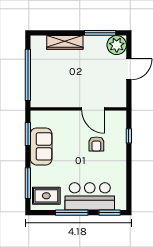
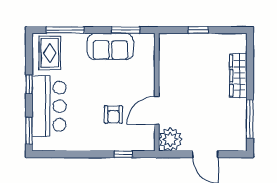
plant: (117, 45) -> (170, 139), moved
window: (28, 75) -> (198, 30), width x0.32
armchair: (96, 144) -> (113, 114), turned -90
window: (72, 213) -> (29, 84), width x0.46

